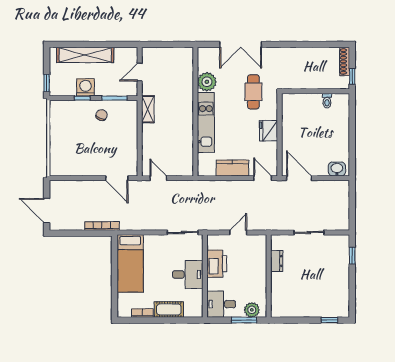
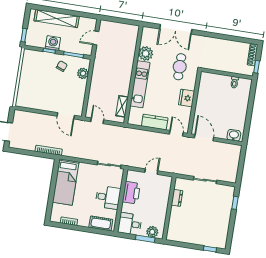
shelving: (148, 109) -> (122, 106), moved
plant: (130, 120) -> (83, 73), added
cot: (169, 309) -> (101, 223), moved

